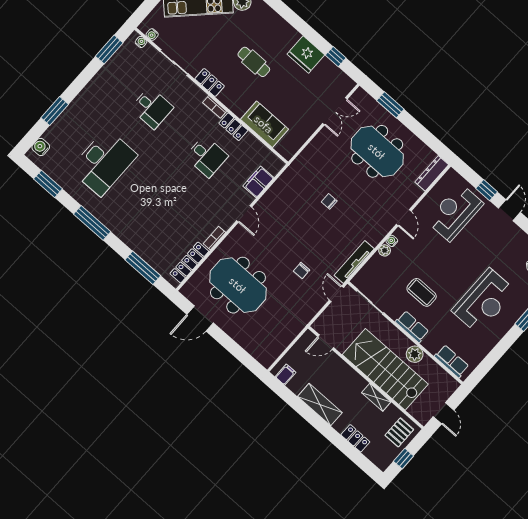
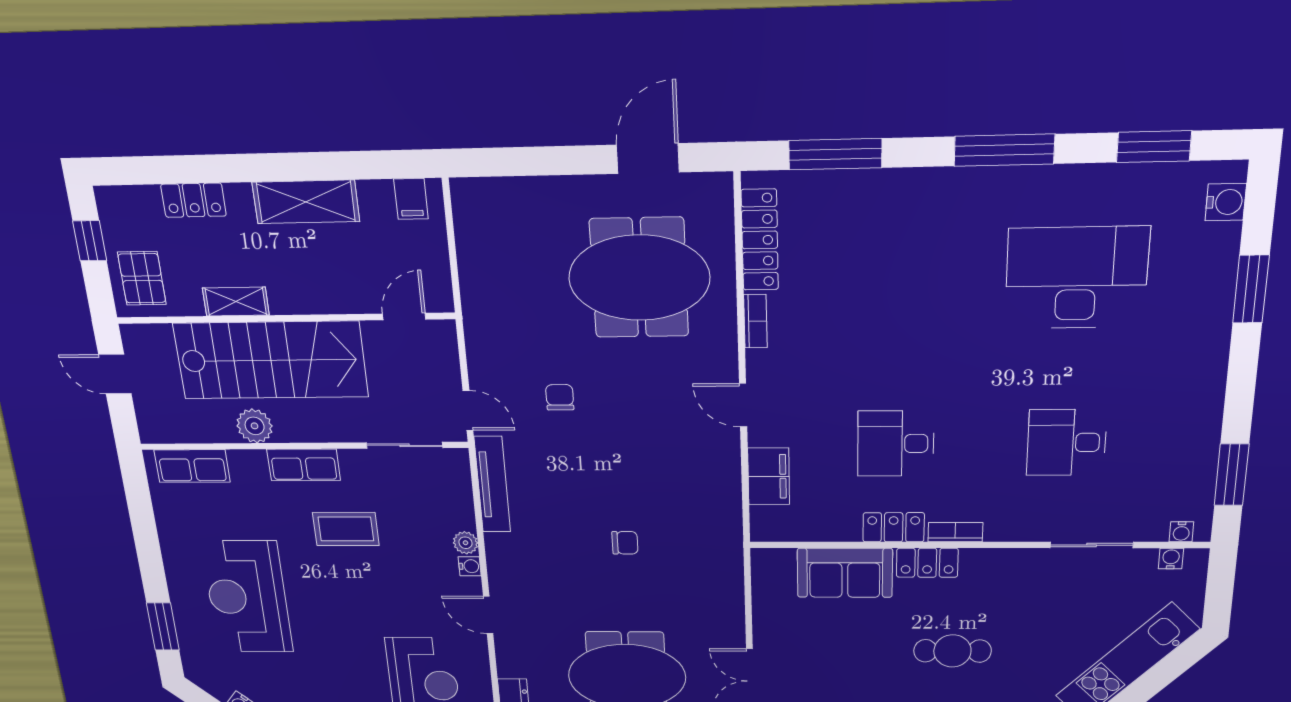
locker: (210, 82) -> (927, 563), moved
desk: (104, 162) -> (1076, 278), turned 90

